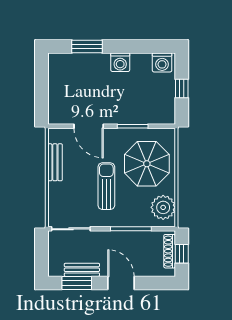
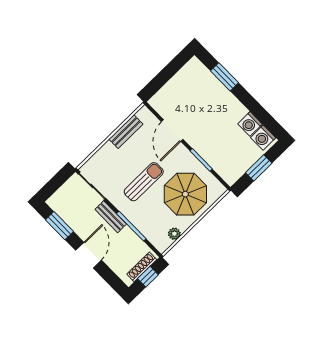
washing machine: (120, 62) -> (250, 124), moved
window: (182, 88) -> (259, 168), width x1.50
plant: (163, 207) -> (174, 234), width x0.53, depth x0.53
bench: (82, 270) -> (111, 217), moved

